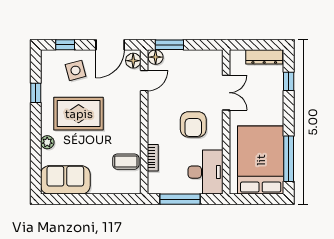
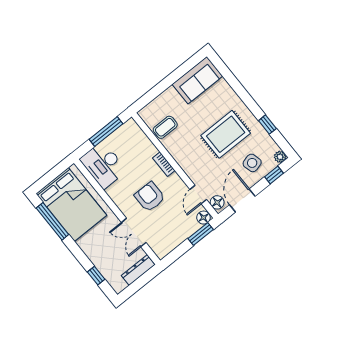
dresser: (264, 57) -> (138, 270), moved
armchair: (193, 124) -> (150, 197), moved
plant: (47, 142) -> (280, 157), moved
bookcase: (153, 158) -> (164, 164), moved

